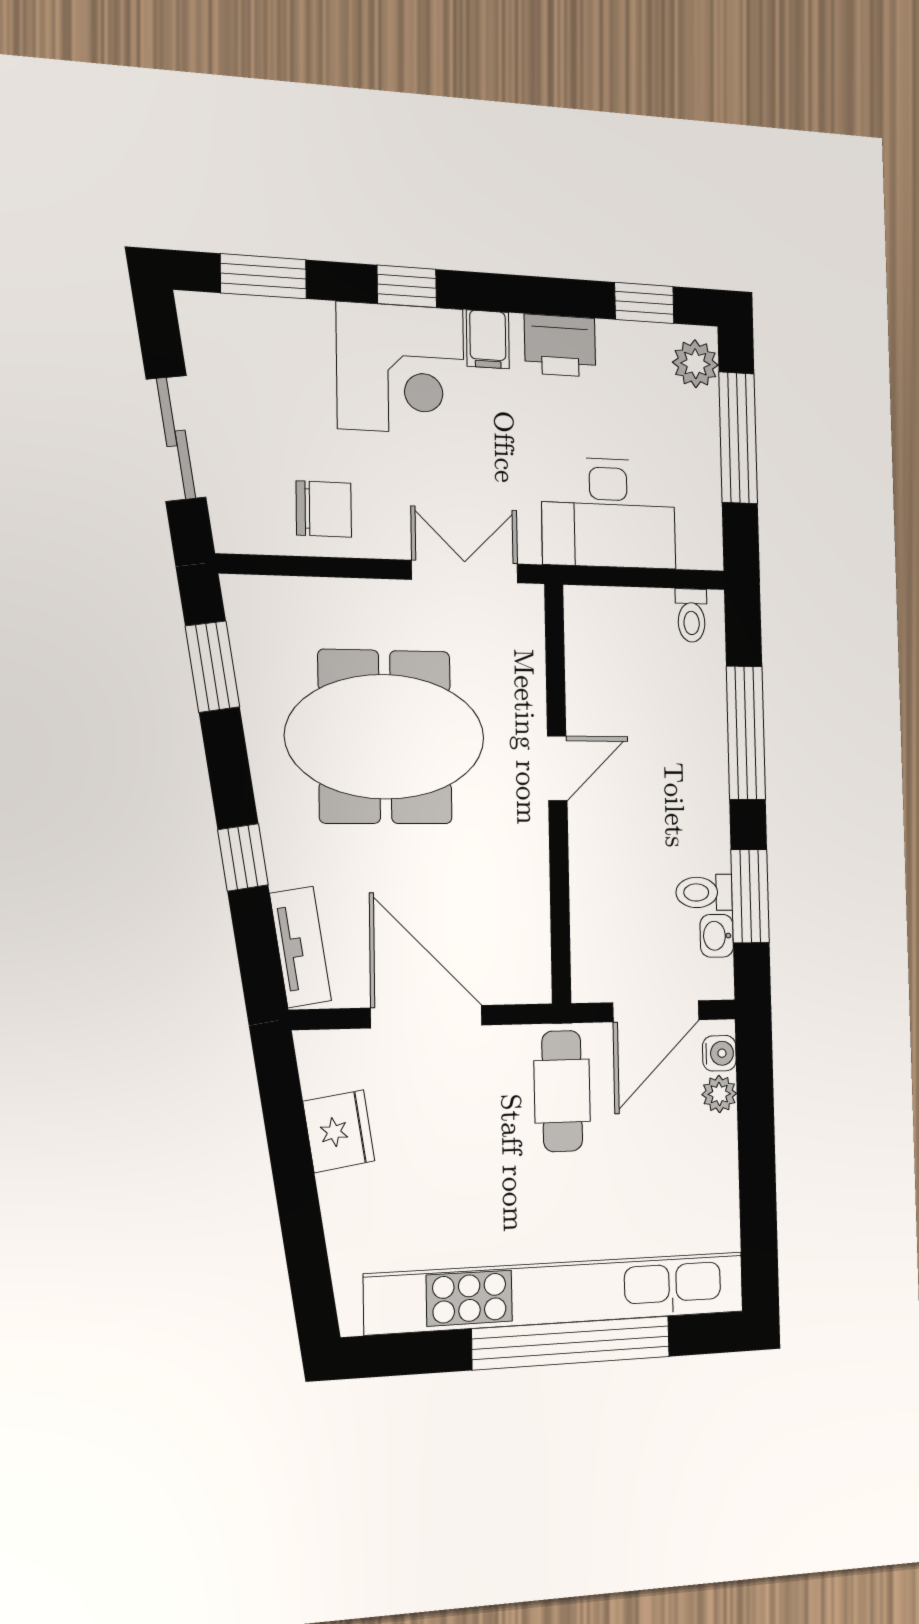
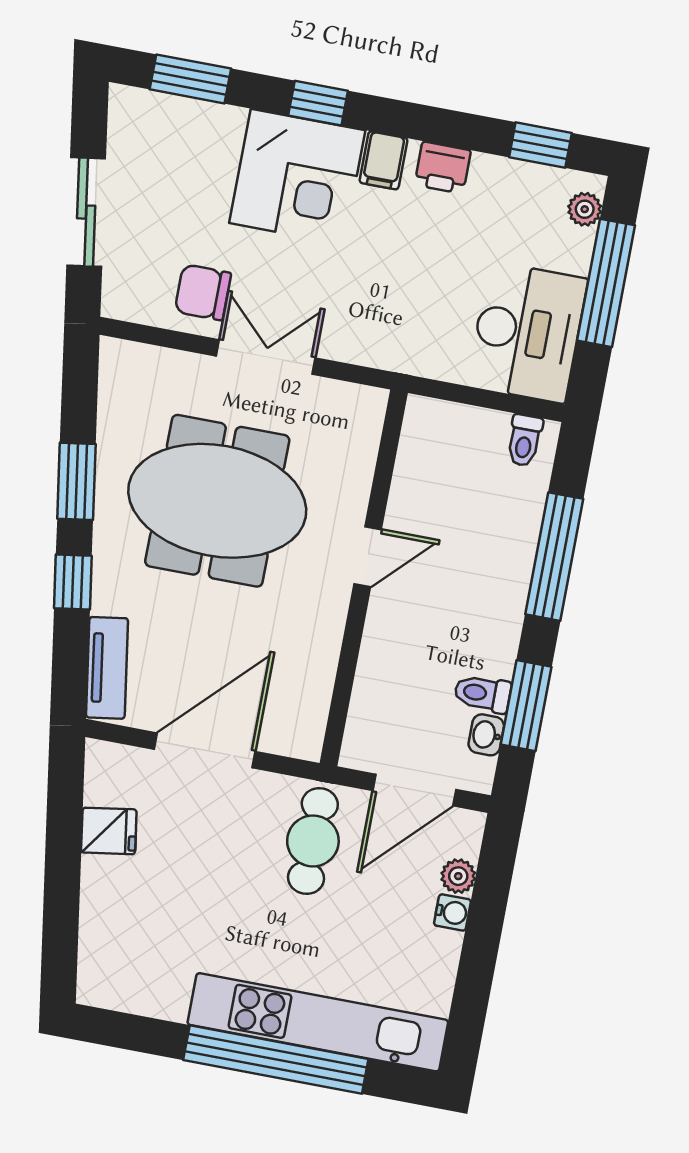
printer: (560, 346) -> (443, 168), width x0.73, depth x0.81
plant: (695, 364) -> (585, 209), width x0.73, depth x0.73
chair: (324, 509) -> (203, 292), turned 180
desk: (609, 513) -> (527, 332), moved, turned -90
double door: (465, 572) -> (266, 357), moved
window: (212, 667) -> (76, 481), moved
door: (427, 1017) -> (205, 750), hinge flipped
water cooler: (719, 1053) -> (452, 912), moved
fridge: (339, 1131) -> (109, 831), width x0.72
kitchen unit: (557, 1293) -> (318, 1022), width x0.73

